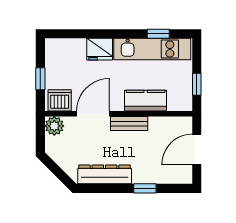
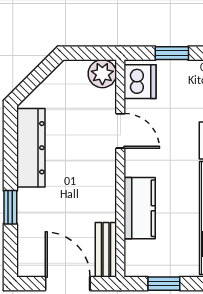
door: (93, 114) -> (120, 131), width x0.73
bench: (129, 123) -> (106, 250), moved

